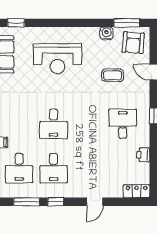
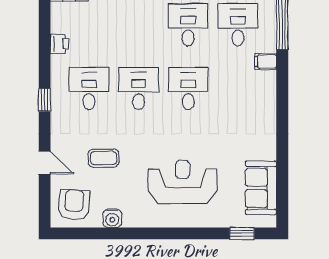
window: (127, 23) -> (83, 233), removed
desk: (88, 124) -> (139, 88), added
desk: (123, 124) -> (89, 88), turned 180

